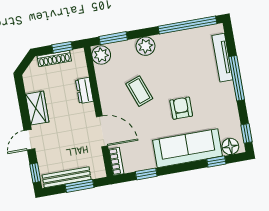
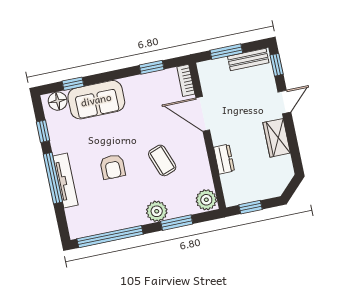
window: (113, 38) -> (177, 223), moved
tv unit: (222, 58) -> (65, 180), moved
shoe rack: (54, 59) -> (259, 194), removed
armchair: (181, 108) -> (113, 167), moved
window: (247, 133) -> (43, 131), moved
sofa: (187, 148) -> (96, 100), width x0.73
bench: (67, 177) -> (248, 59), width x0.73

